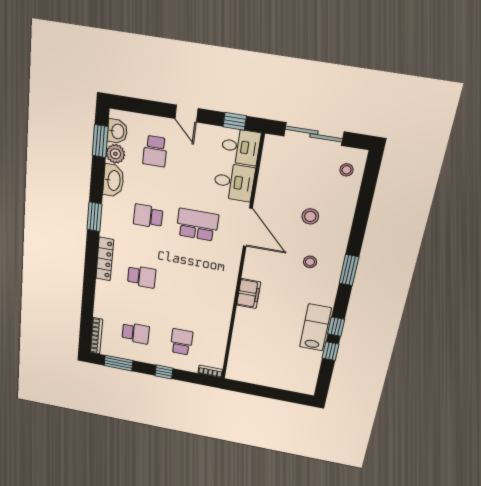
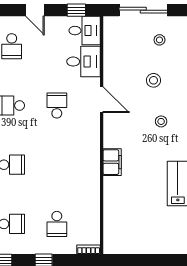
stool: (347, 170) -> (159, 40), moved
school desk: (197, 225) -> (57, 105), width x0.54
door: (248, 227) -> (102, 100), width x0.73
school desk: (181, 342) -> (57, 224), turned 180

